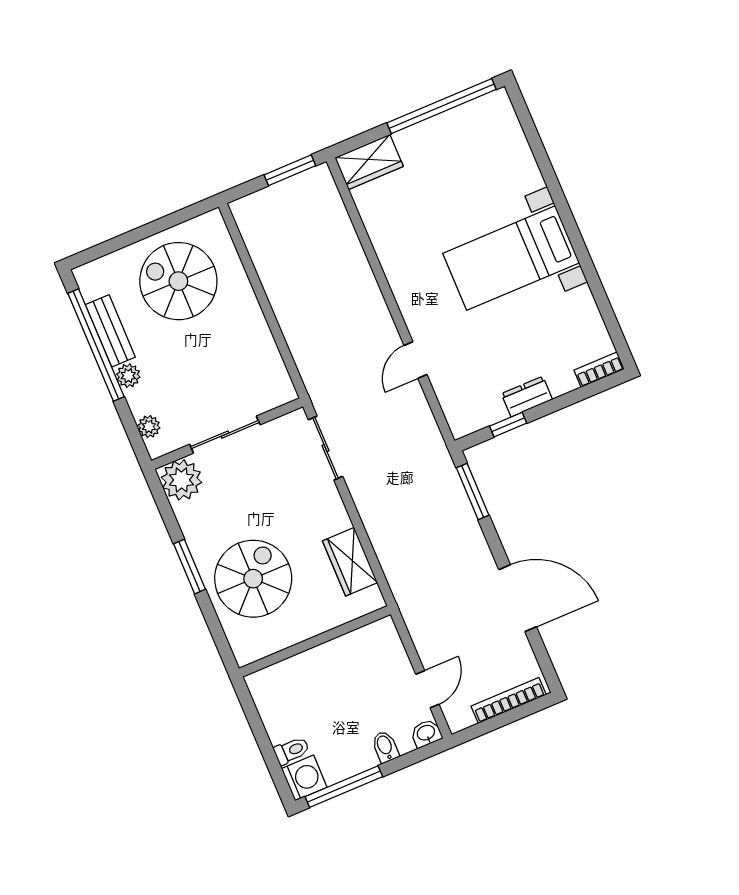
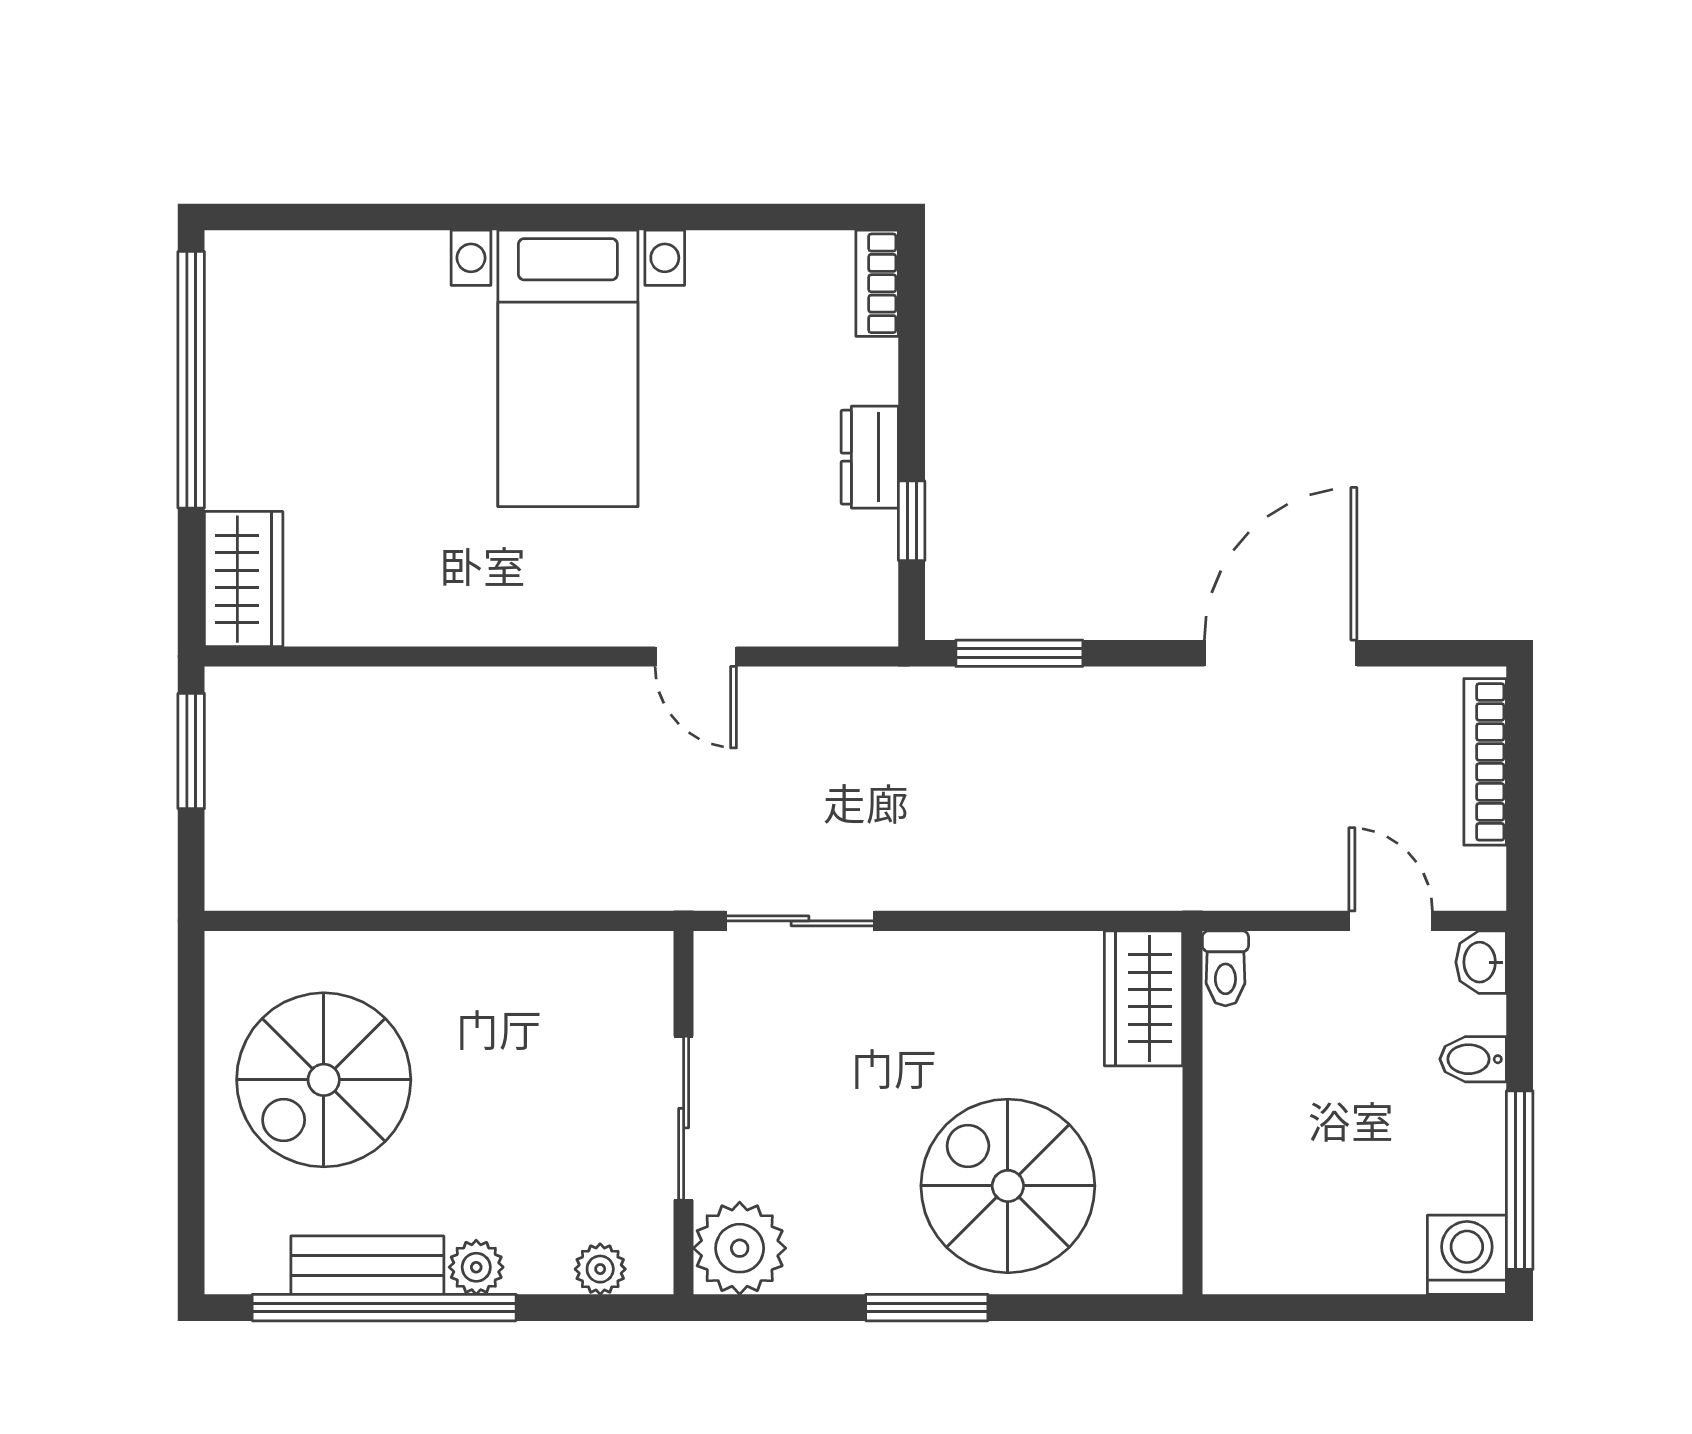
wardrobe: (350, 562) -> (1143, 998), moved, turned 90
toilet: (292, 751) -> (1225, 968), moved, turned 180

